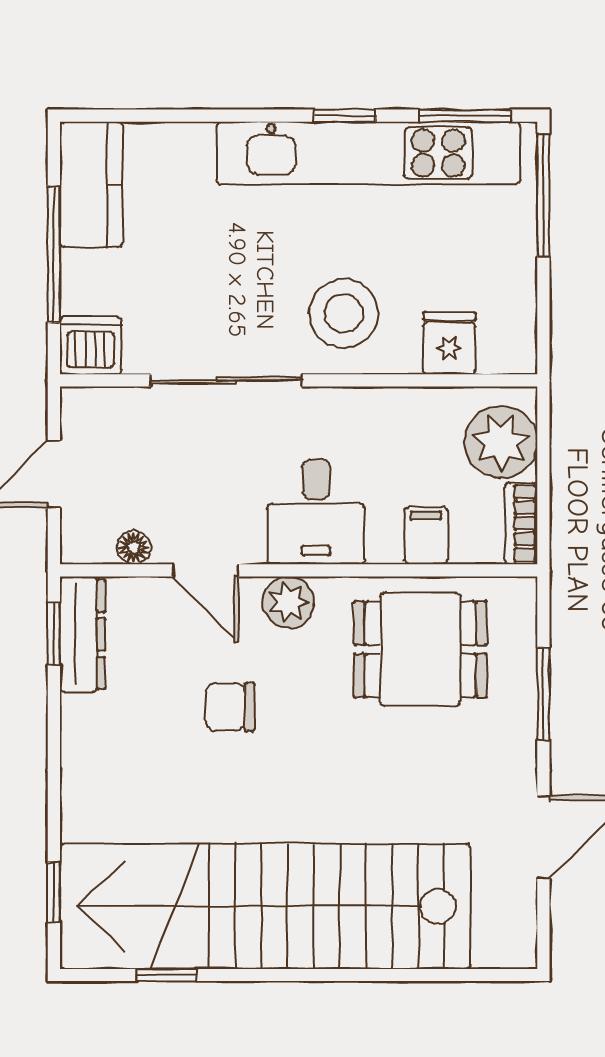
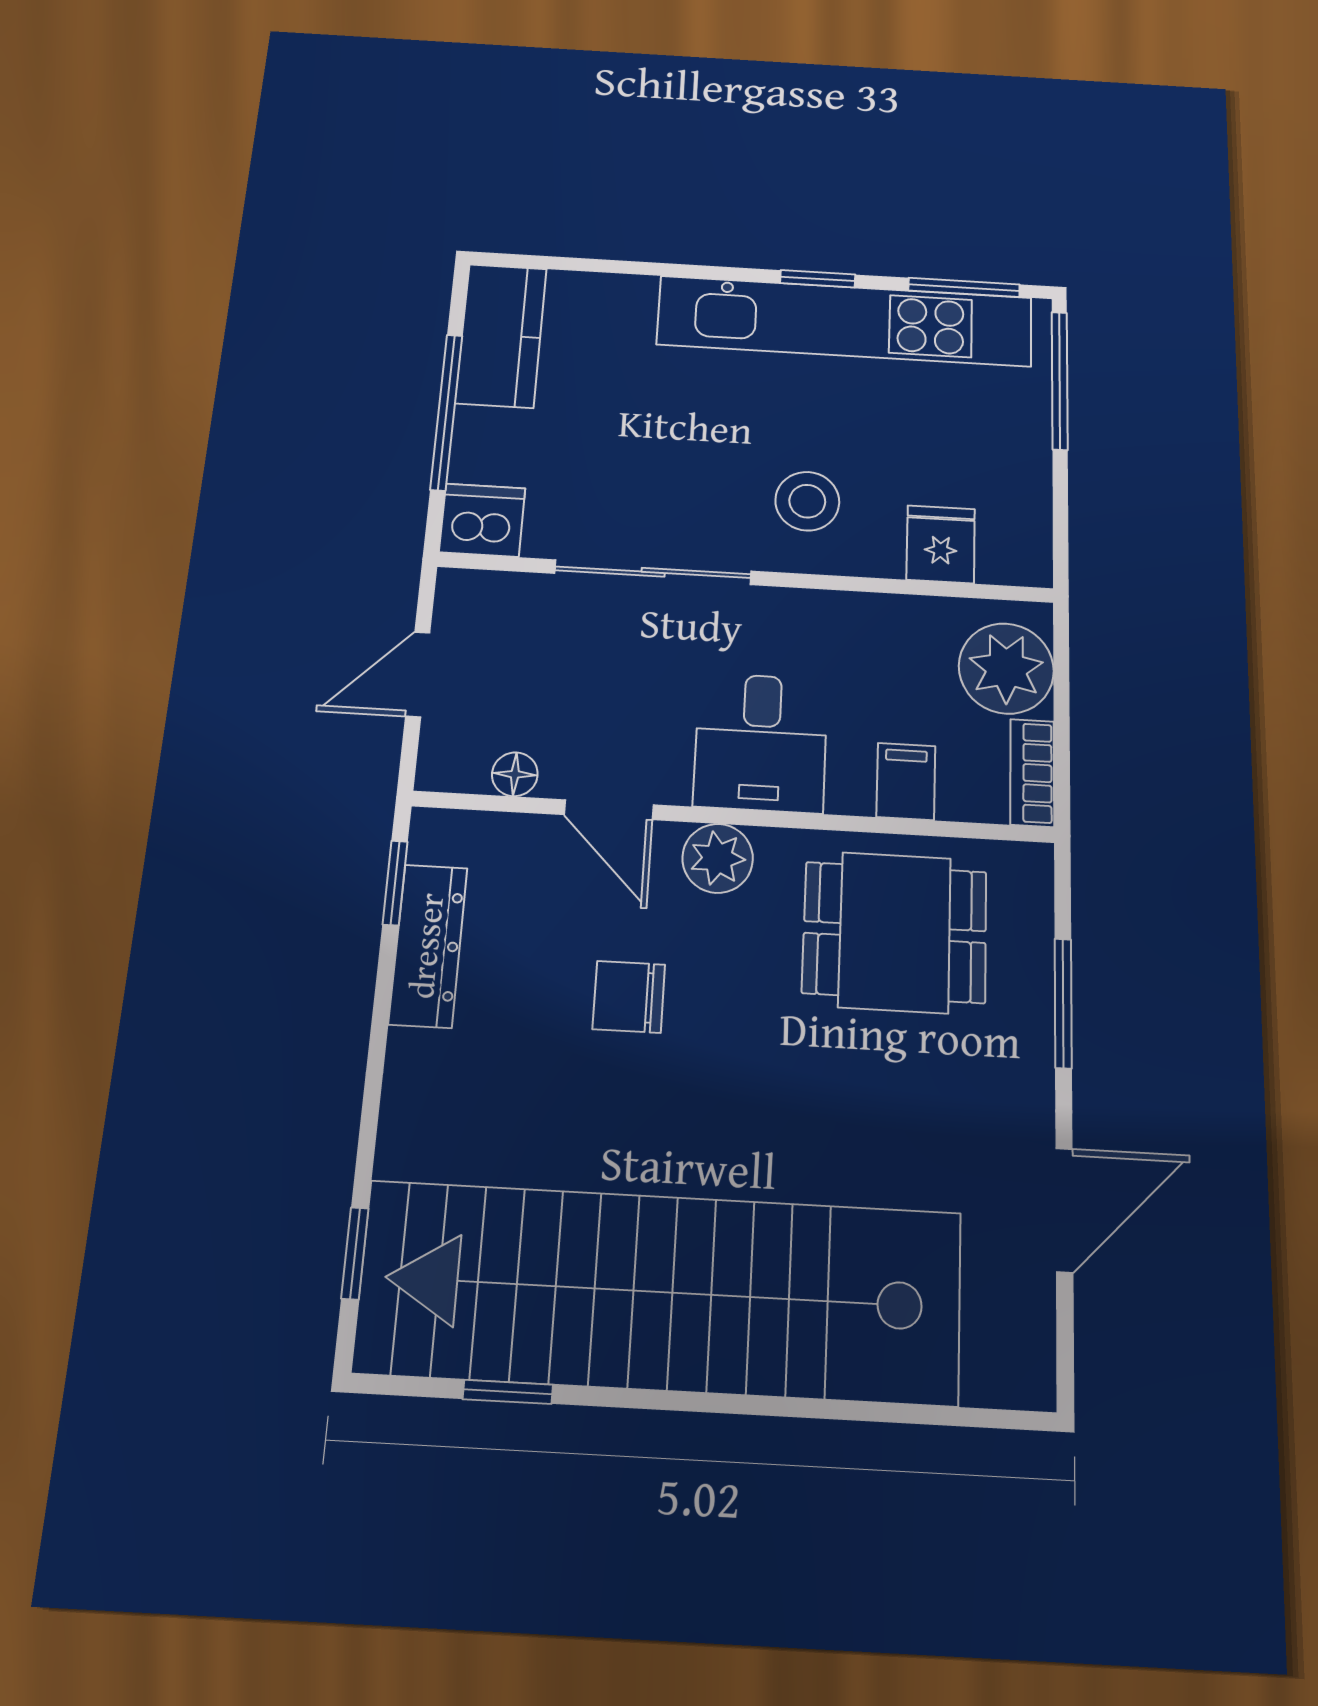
stool: (344, 313) -> (807, 501), width x0.73, depth x0.73
dresser: (82, 634) -> (428, 946), moved

